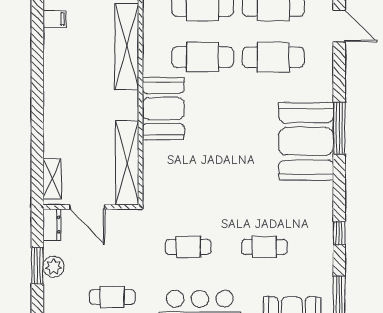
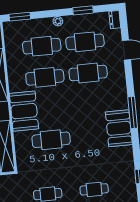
booth: (306, 141) -> (119, 128), width x0.73, depth x0.70
cafe table: (203, 159) -> (51, 140), added

